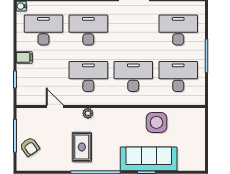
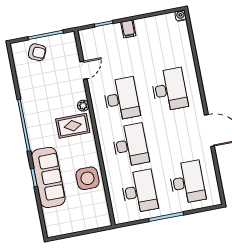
desk: (43, 30) -> (160, 43), removed
armchair: (30, 147) -> (37, 52), turned -120
rug: (82, 147) -> (73, 126), moved

